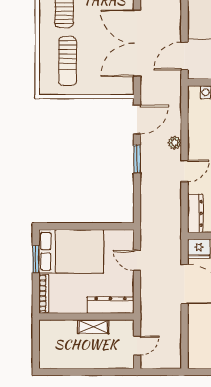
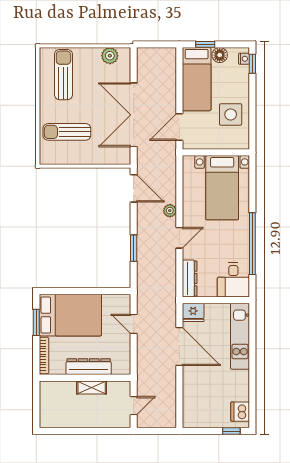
sun lounger: (68, 61) -> (67, 132), turned 90
door: (137, 120) -> (134, 188), hinge flipped
window: (137, 159) -> (134, 248), moved
dresser: (110, 305) -> (89, 367), moved

